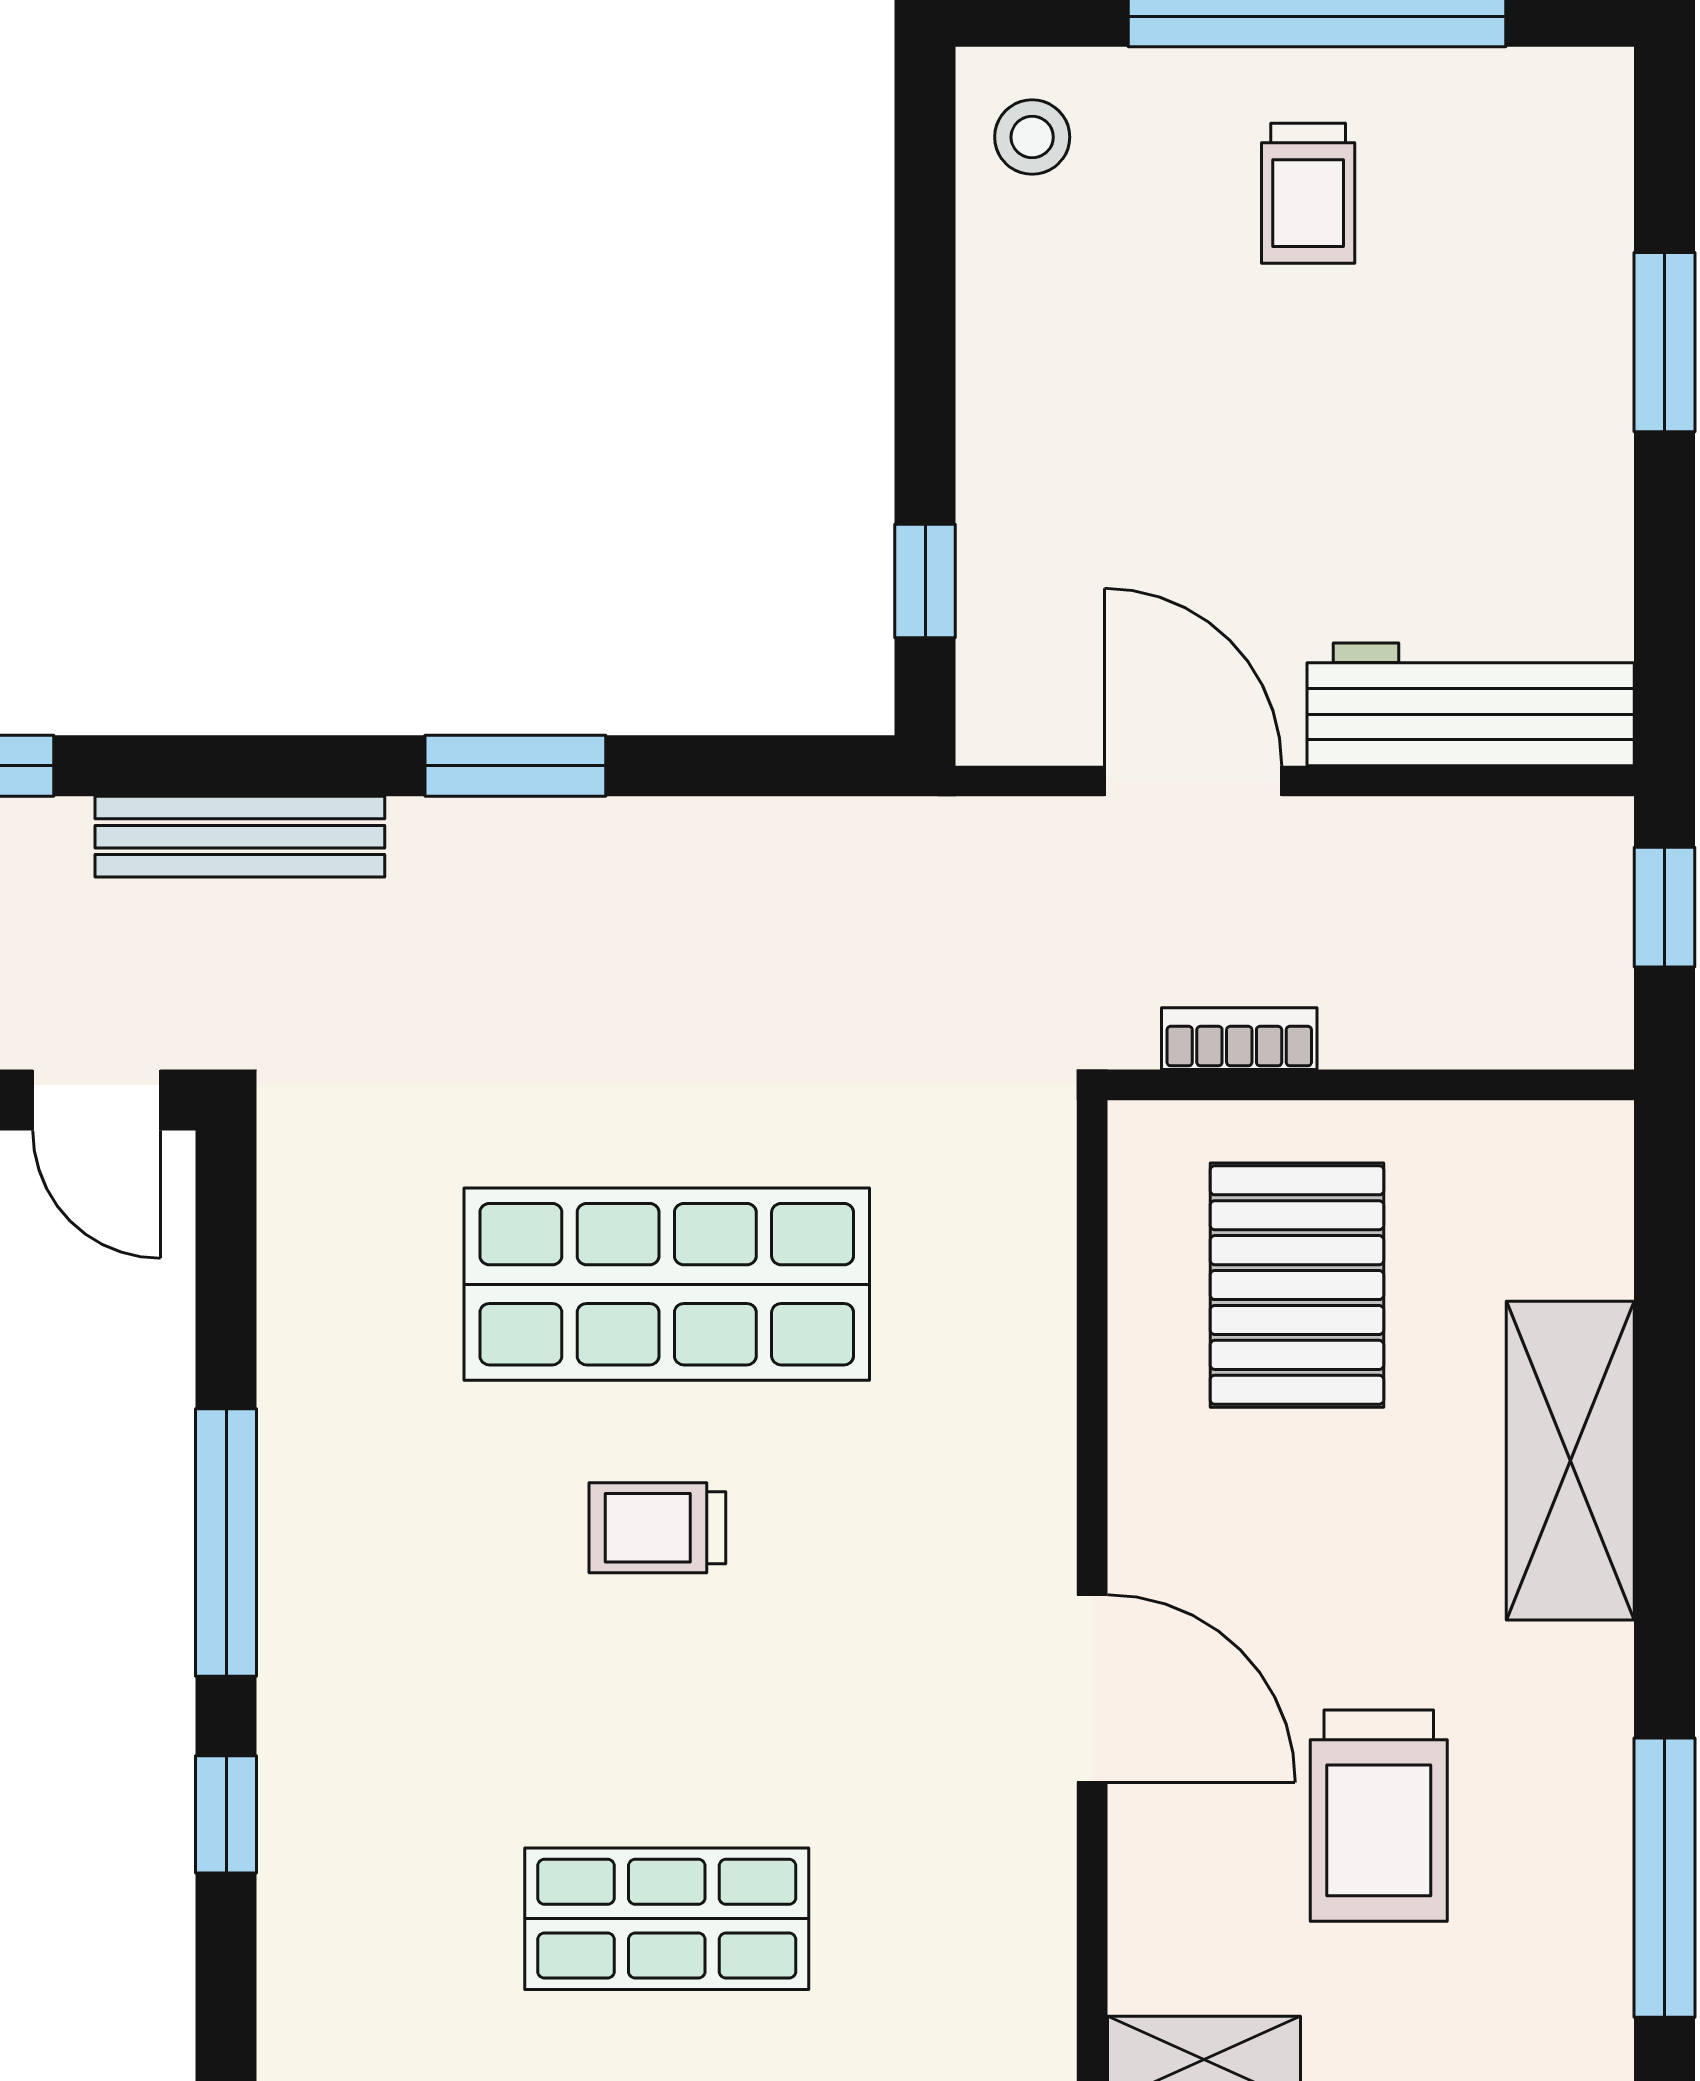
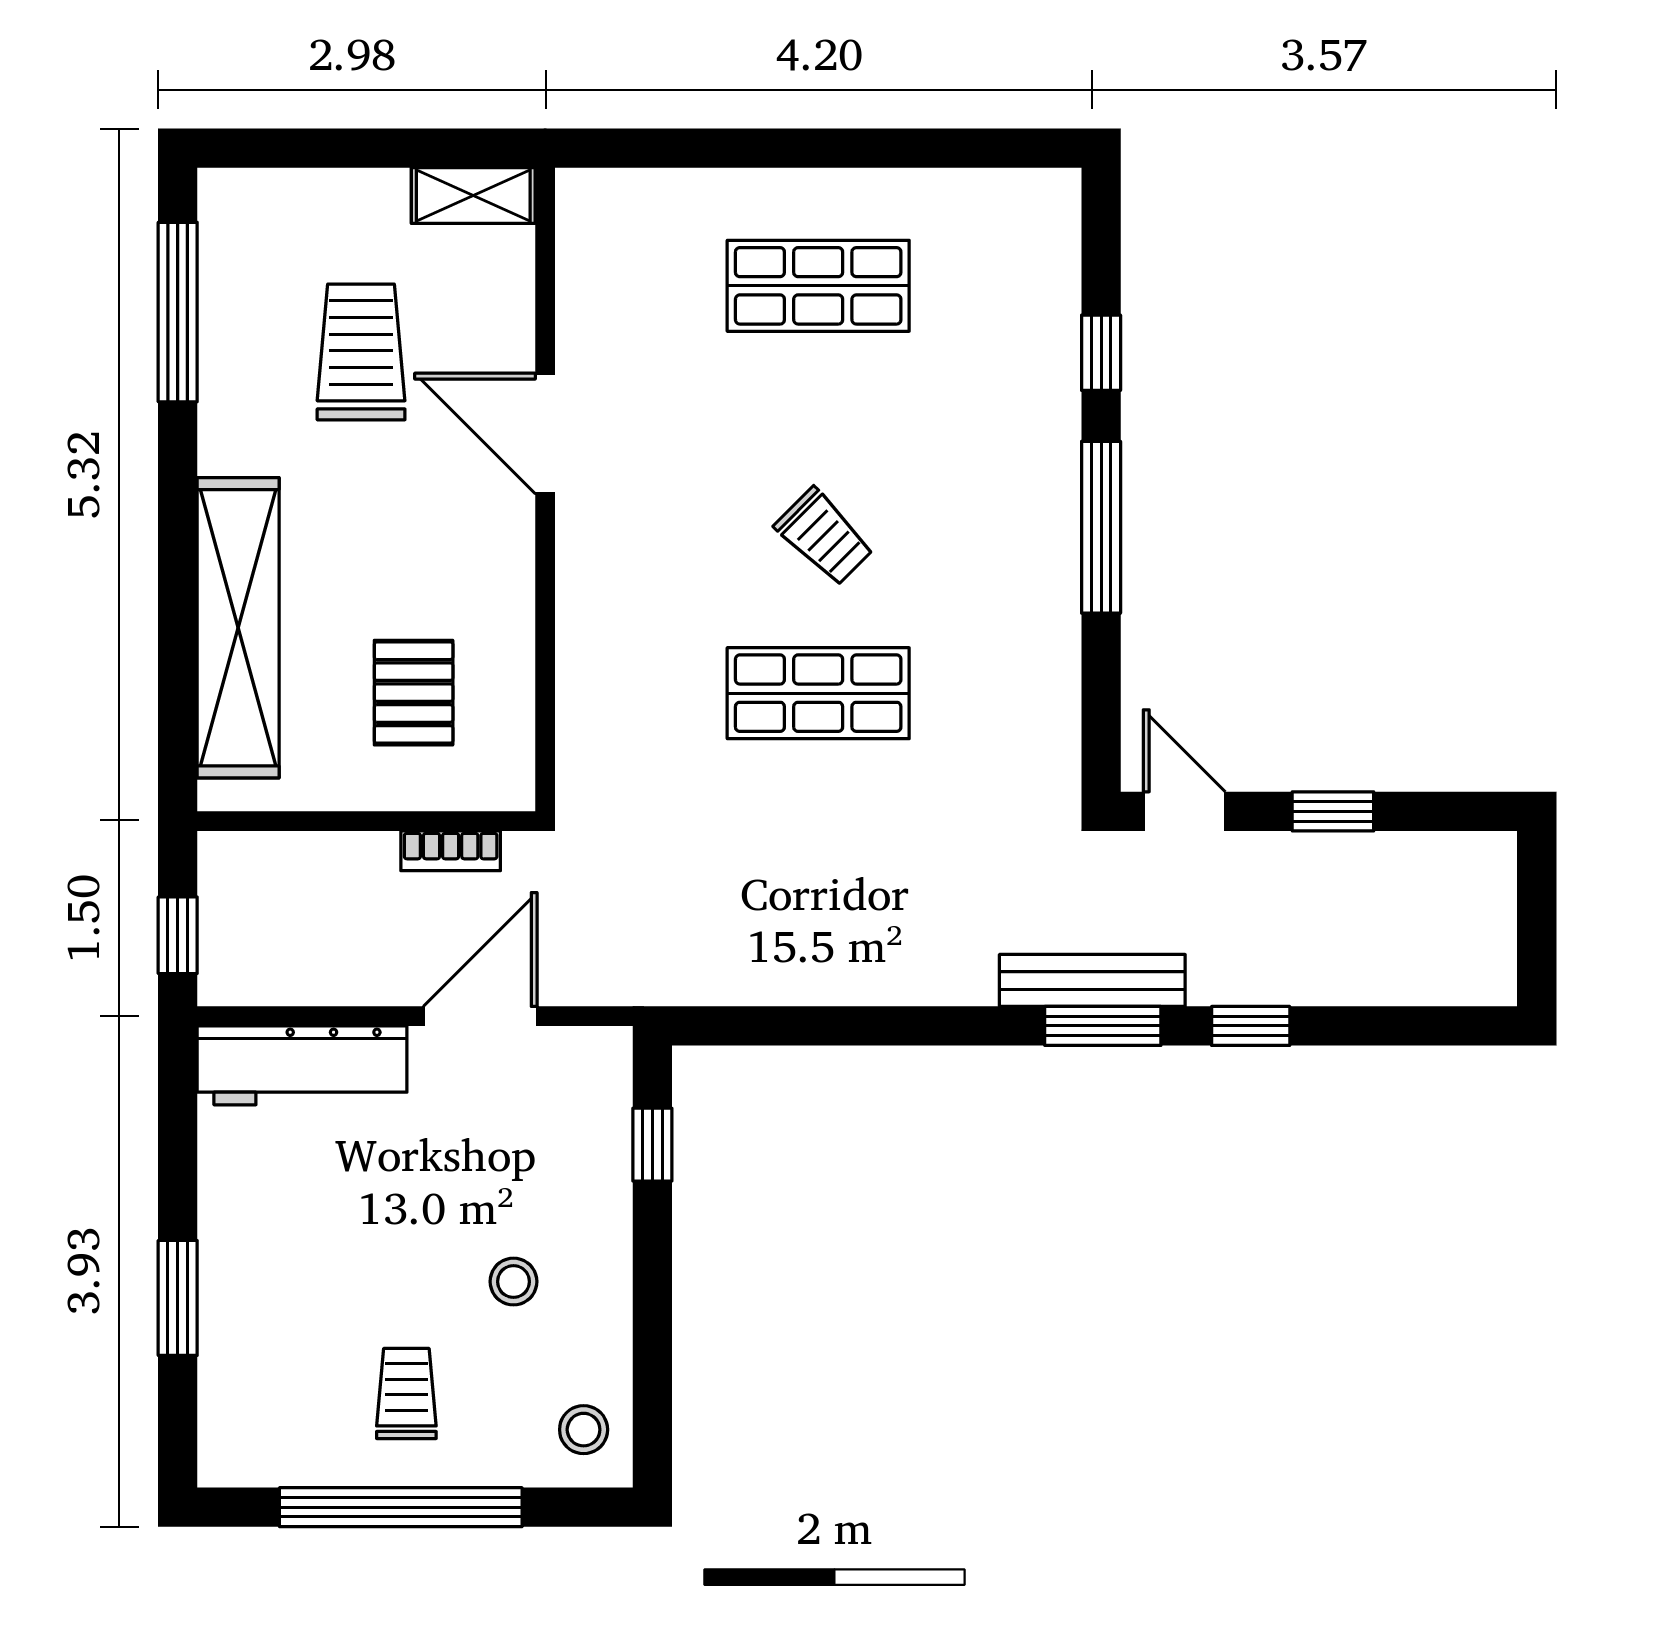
stool: (1141, 368) -> (513, 1282), added
window: (515, 766) -> (1103, 1026), moved
door: (1193, 781) -> (480, 1016), swing flipped
shop shelf: (667, 1284) -> (818, 693), width x0.70, depth x0.74
pallet: (1297, 1285) -> (414, 693), width x0.67, depth x0.71
shelving: (1570, 1461) -> (238, 628), width x1.47
trolley: (657, 1528) -> (824, 537), turned 45

